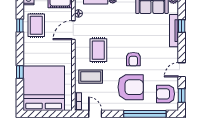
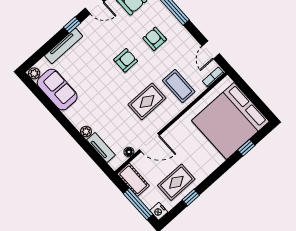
window: (182, 26) -> (72, 25), moved
window: (20, 72) -> (246, 148), moved
armchair: (131, 87) -> (155, 39), width x0.53, depth x0.53

